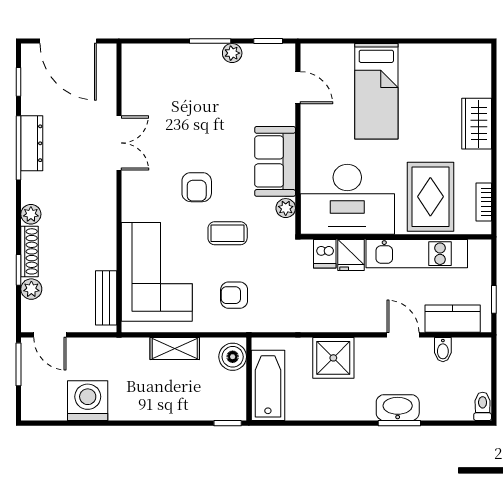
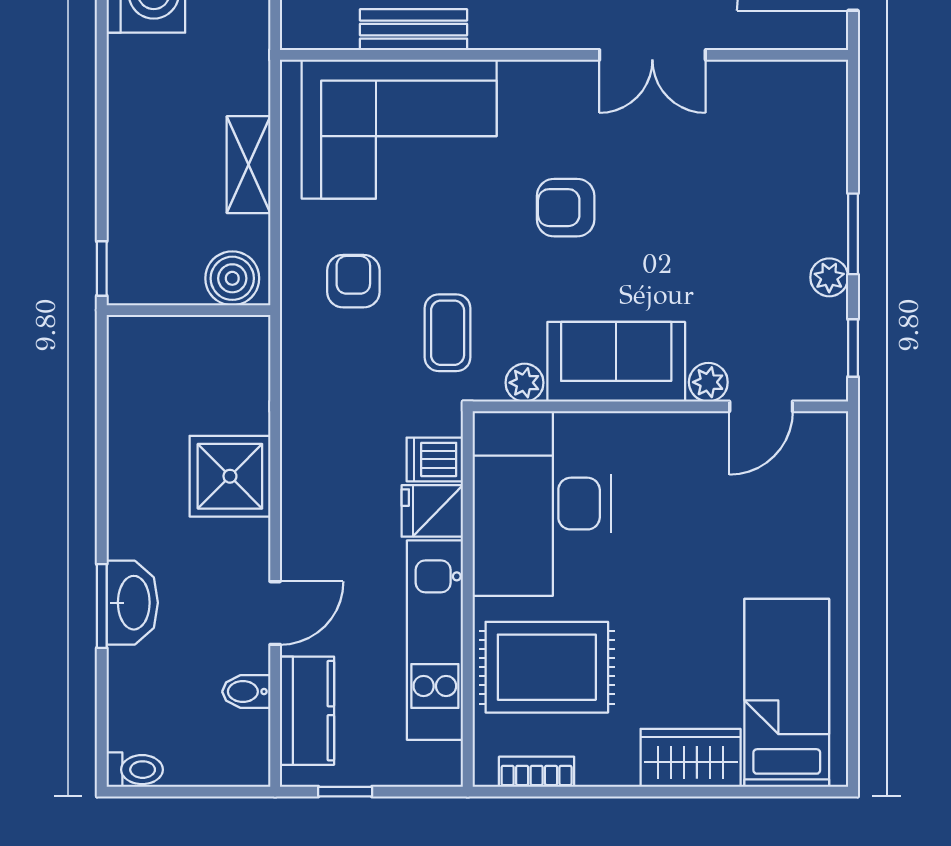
bed: (376, 91) -> (787, 693), moved, turned 90
plant: (286, 115) -> (708, 382), added
coffee table: (228, 233) -> (448, 333), moved
bench: (106, 298) -> (414, 30), moved
bathtub: (268, 385) -> (176, 348), removed

